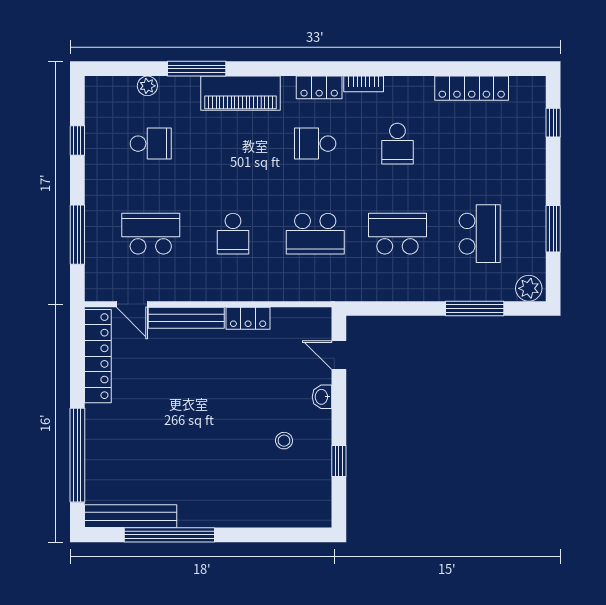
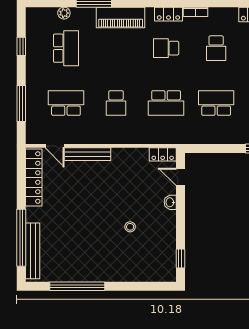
school desk: (151, 144) -> (66, 48), width x1.85
locker: (248, 318) -> (163, 154), moved
stool: (284, 441) -> (130, 227), moved
window: (339, 461) -> (180, 259), moved
bench: (131, 516) -> (33, 251), moved, turned 90

